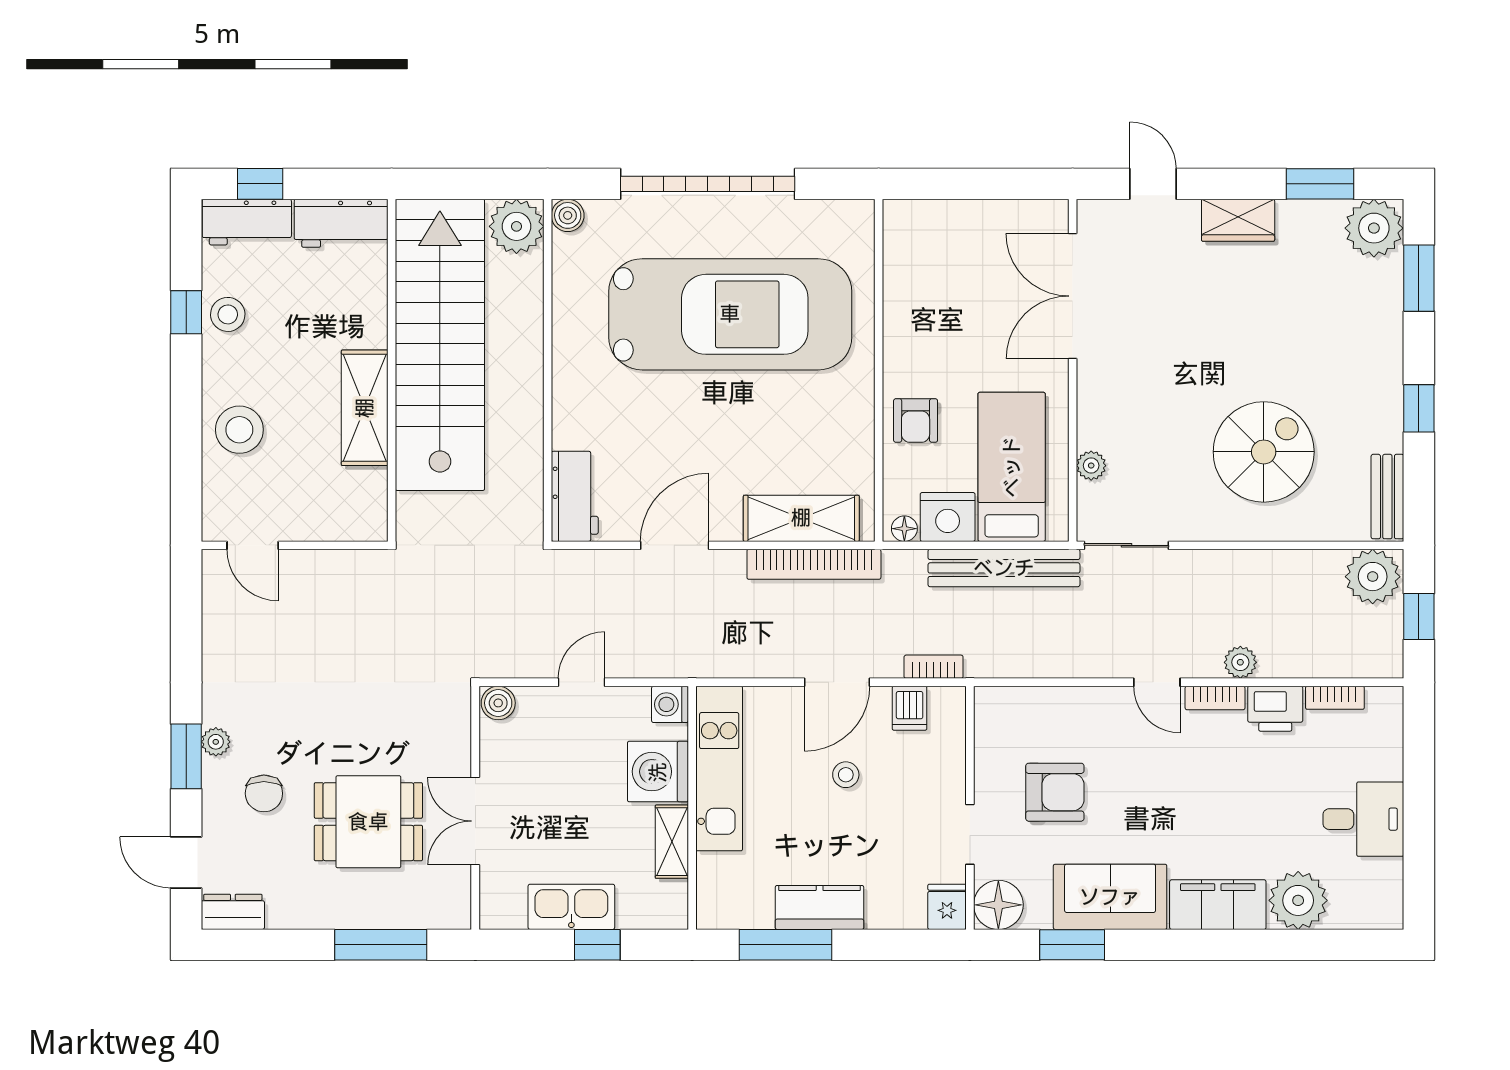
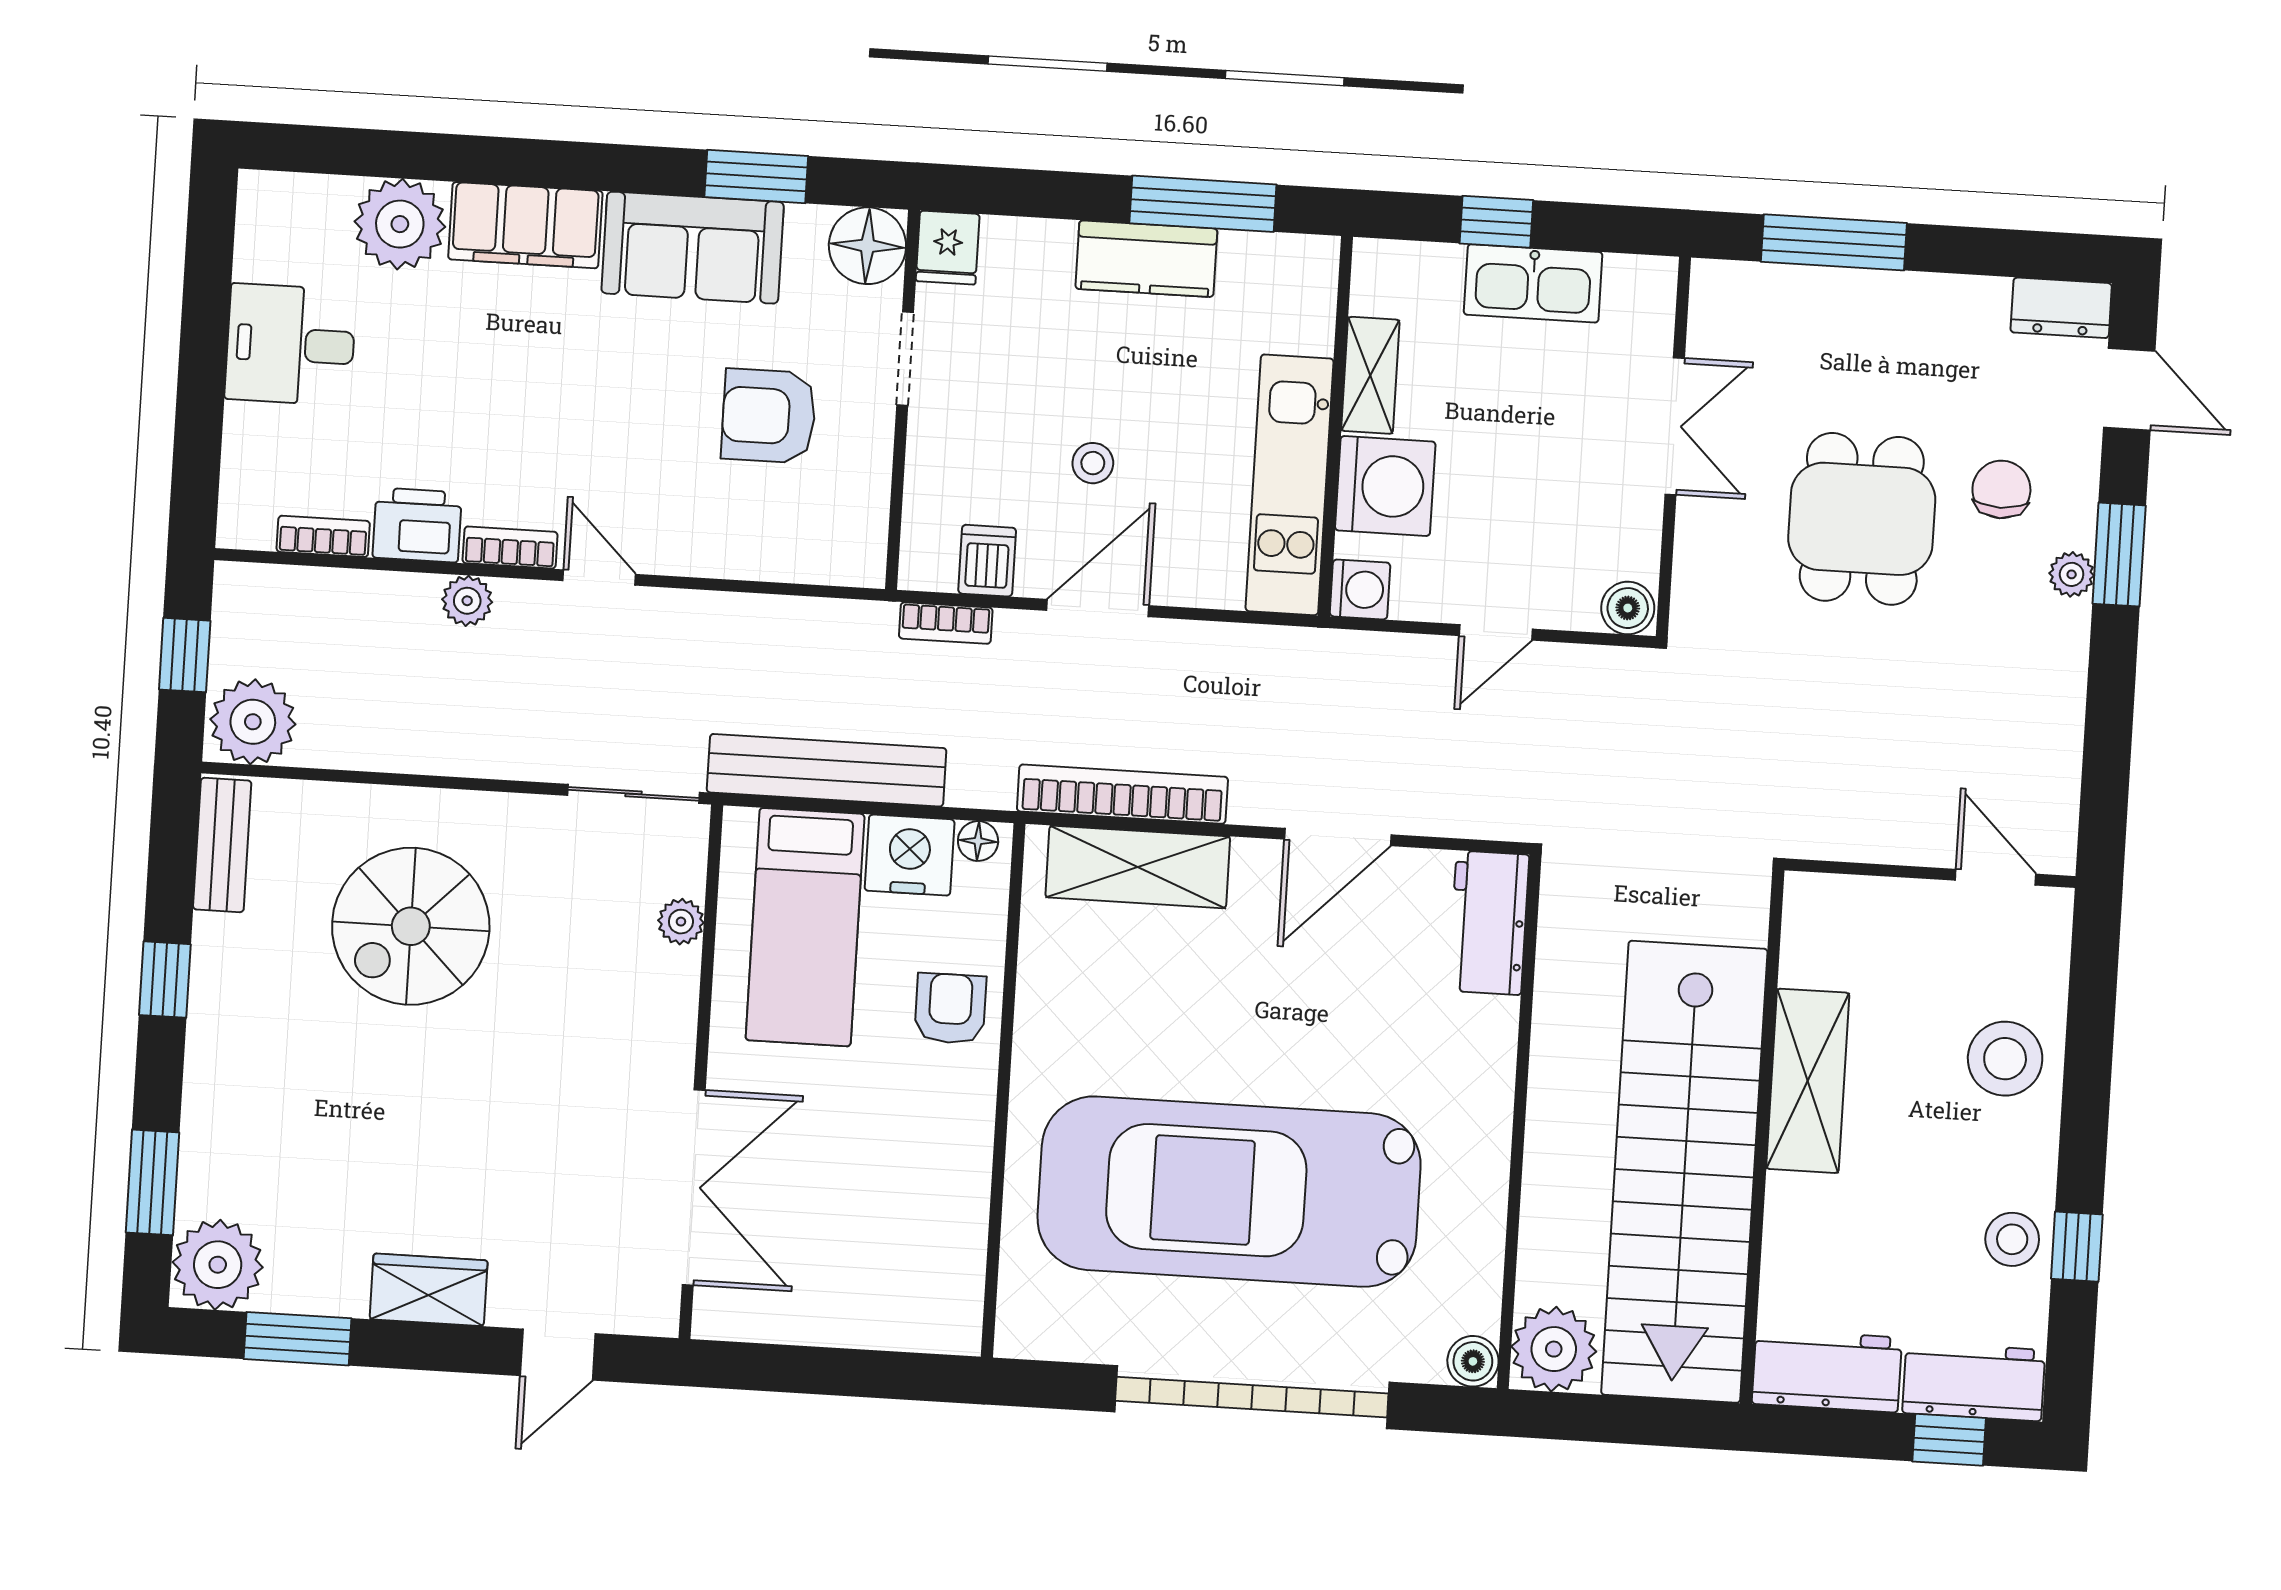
door: (1153, 184) -> (558, 1355), hinge flipped
dining table: (368, 822) -> (1862, 519), moved, turned 90

